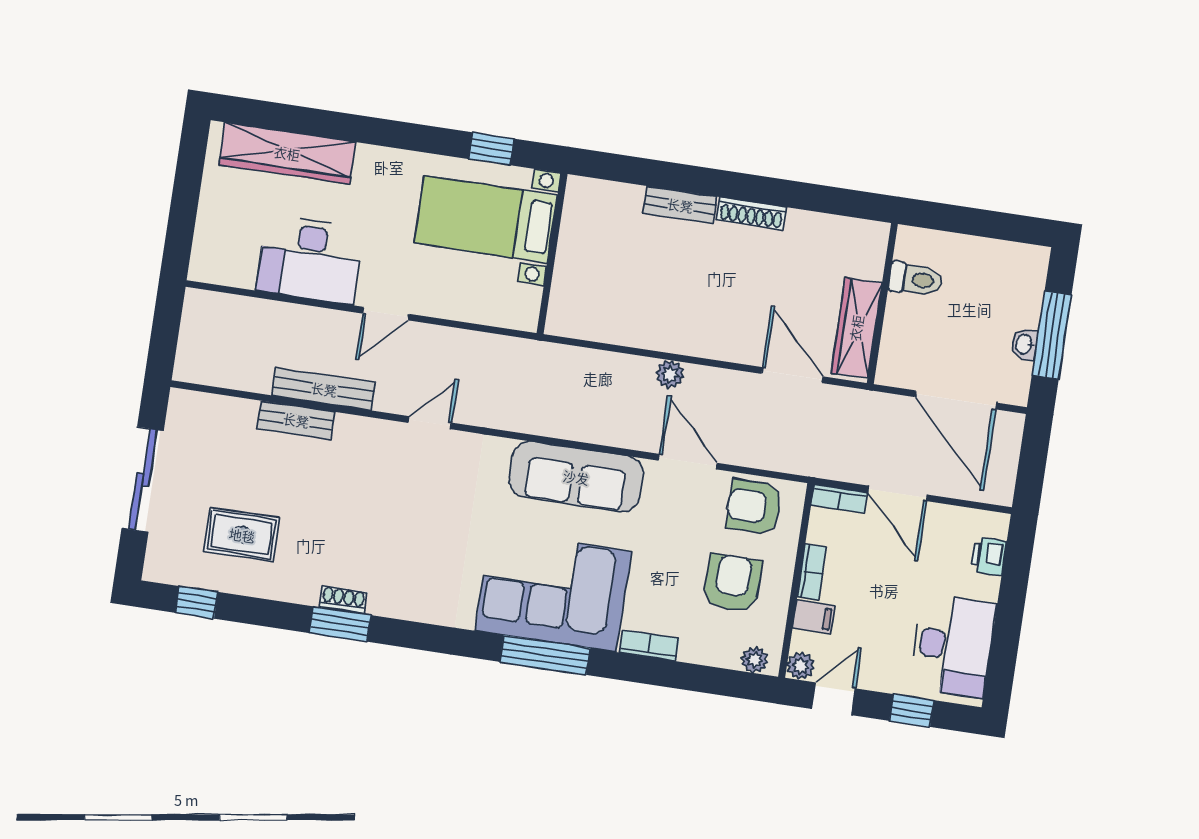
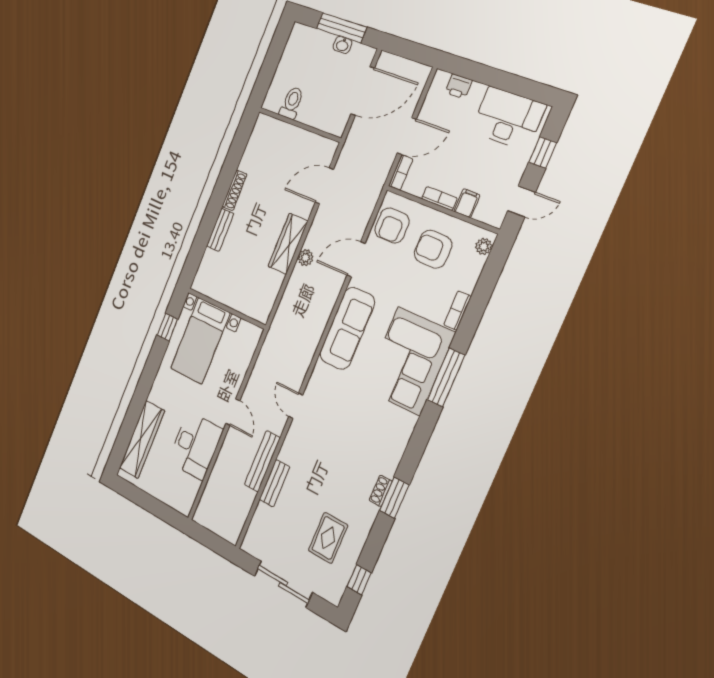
wardrobe: (856, 328) -> (288, 244), moved, turned 90
plant: (801, 666) -> (495, 218), removed
door: (833, 699) -> (522, 202), swing flipped

